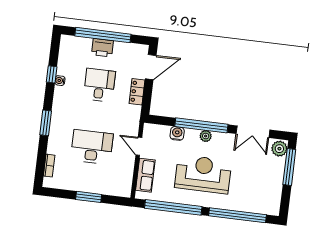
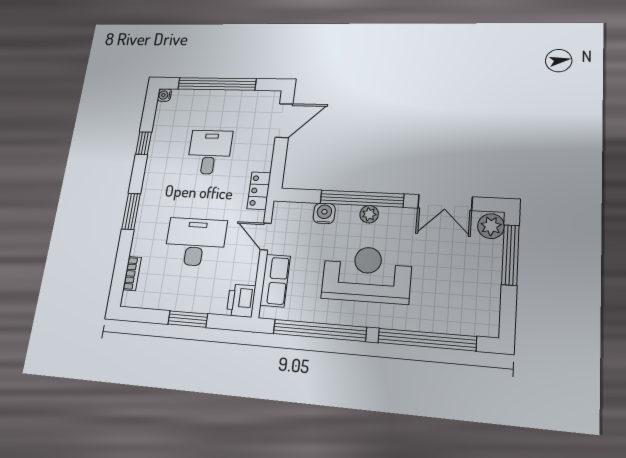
printer: (102, 48) -> (241, 301), moved, turned 90
water cooler: (60, 81) -> (164, 95), moved
locker: (137, 92) -> (259, 191), moved

